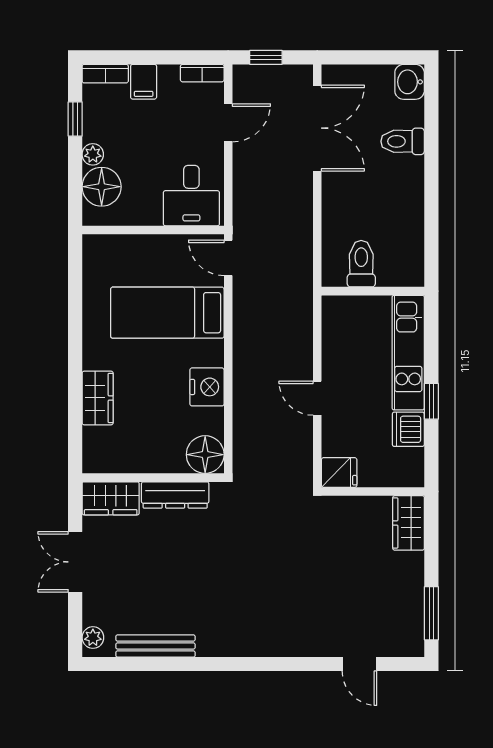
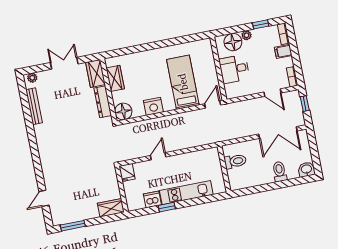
desk: (191, 196) -> (234, 69), moved
toilet: (361, 264) -> (235, 161), moved
wall: (373, 291) -> (224, 169), moved
wardrobe: (98, 398) -> (115, 78), moved, turned -90

